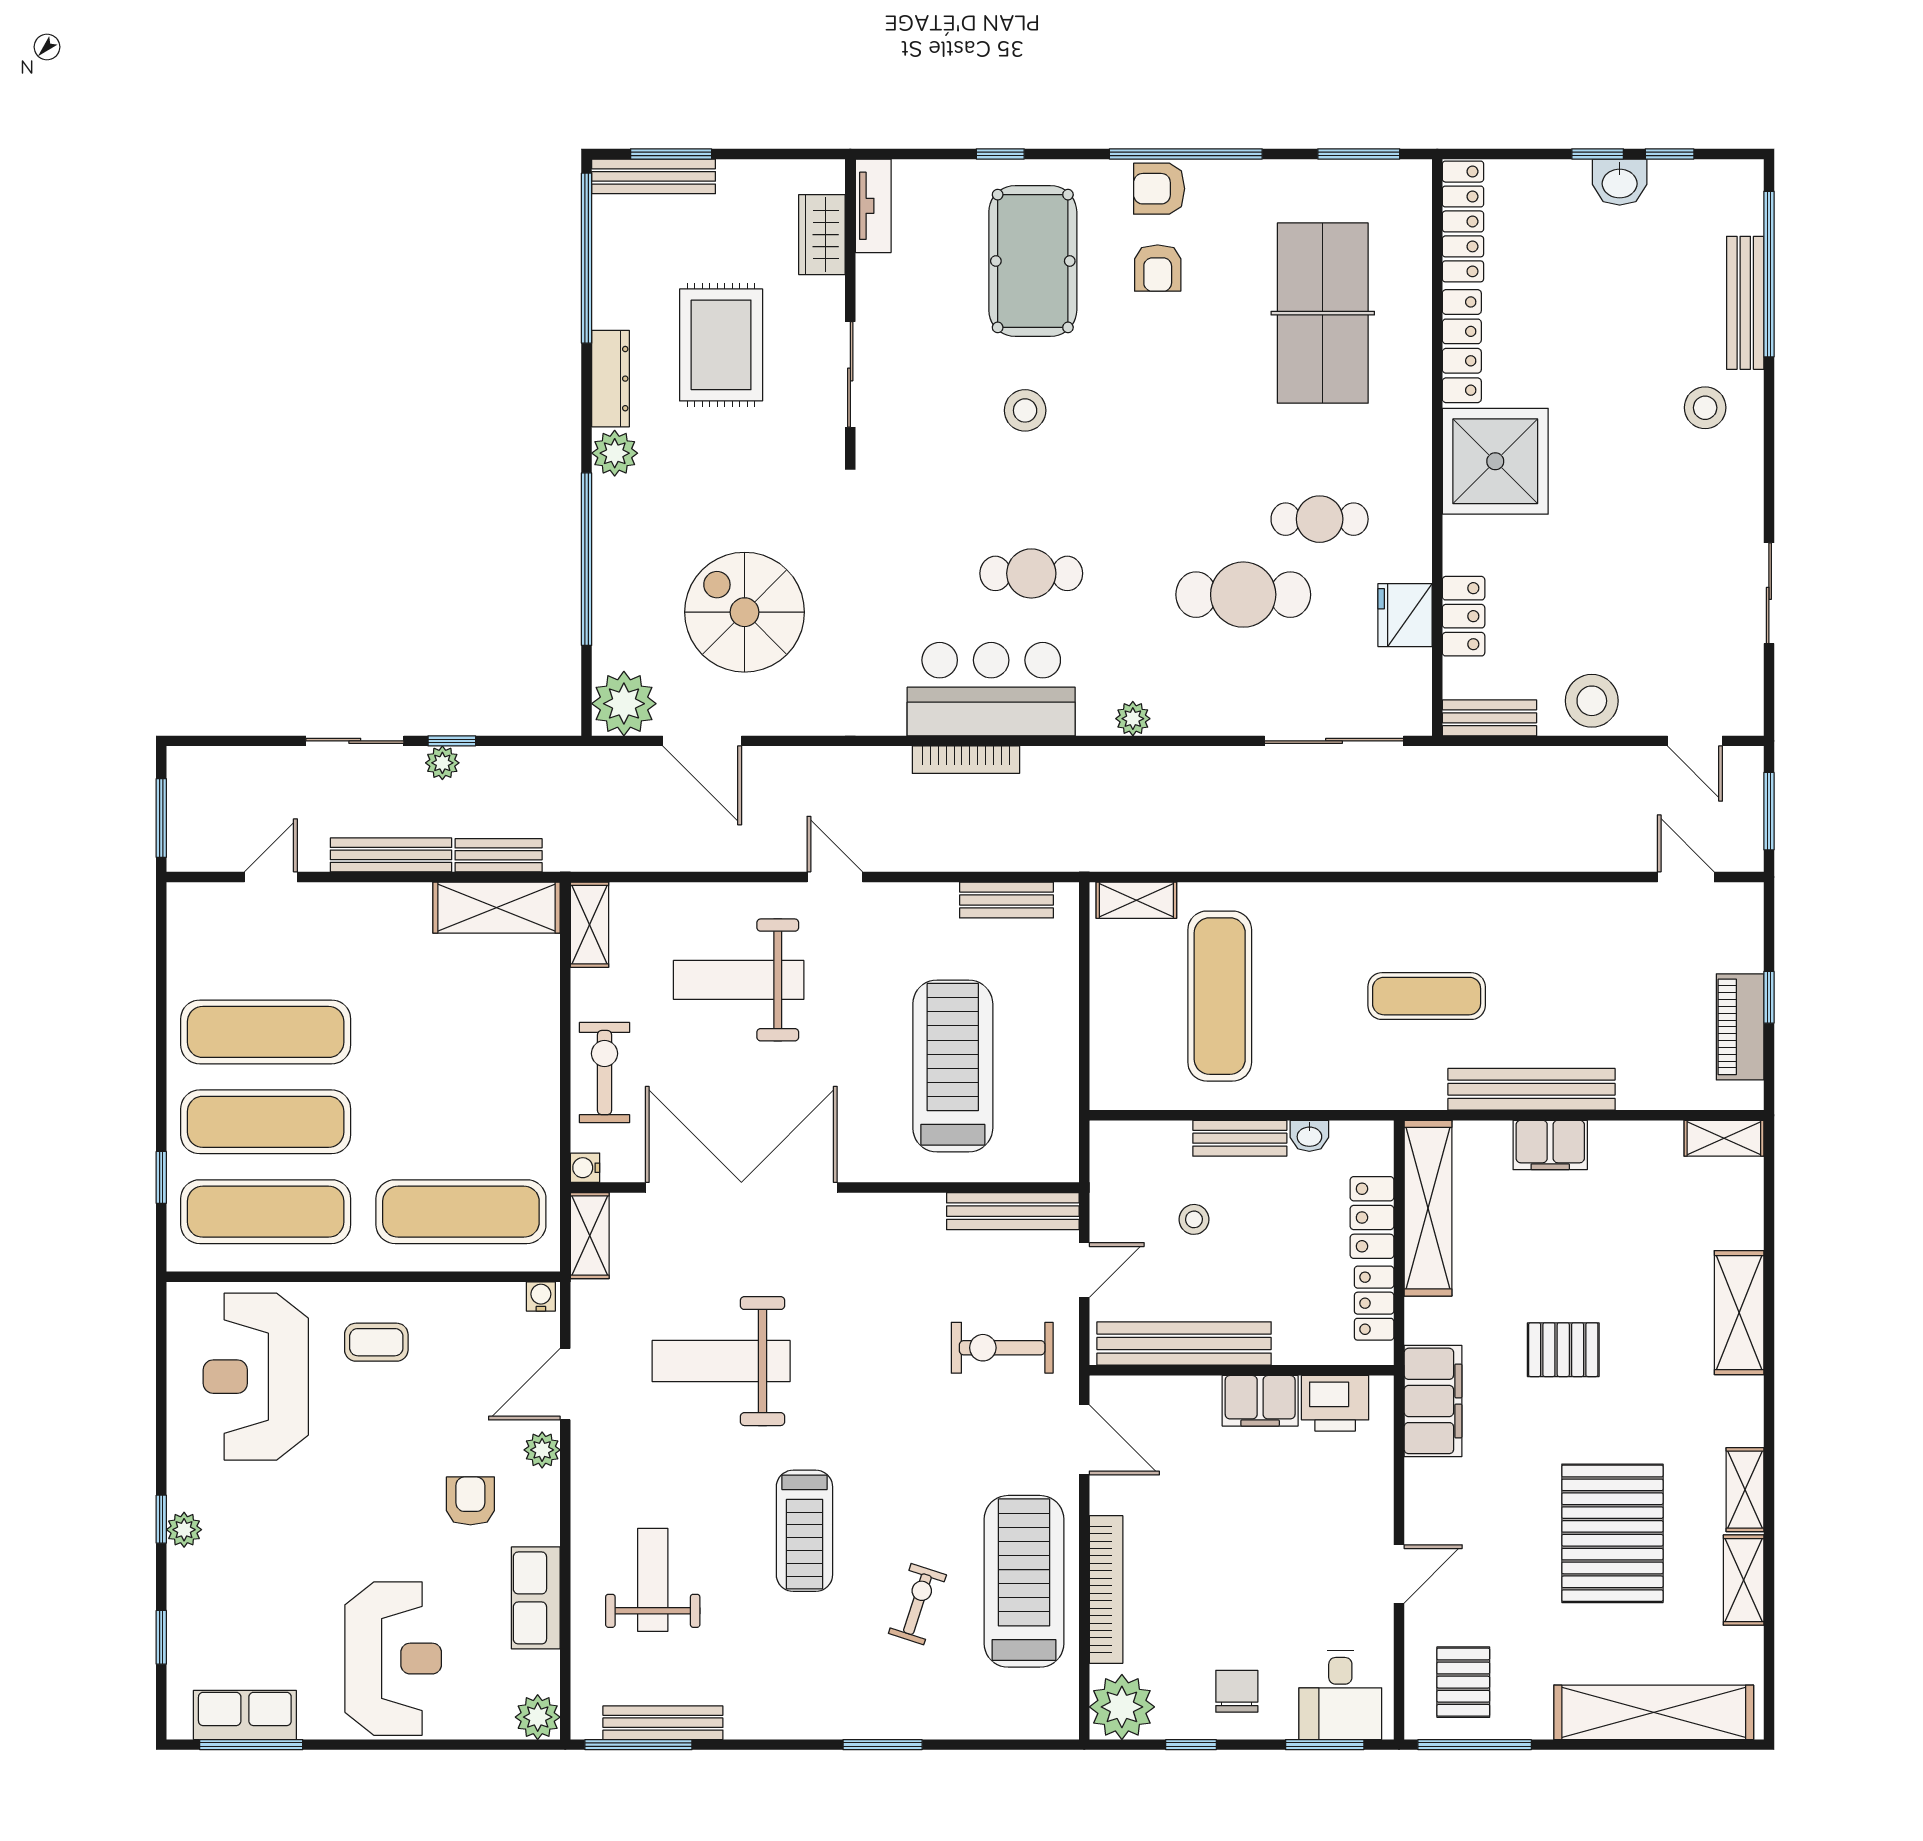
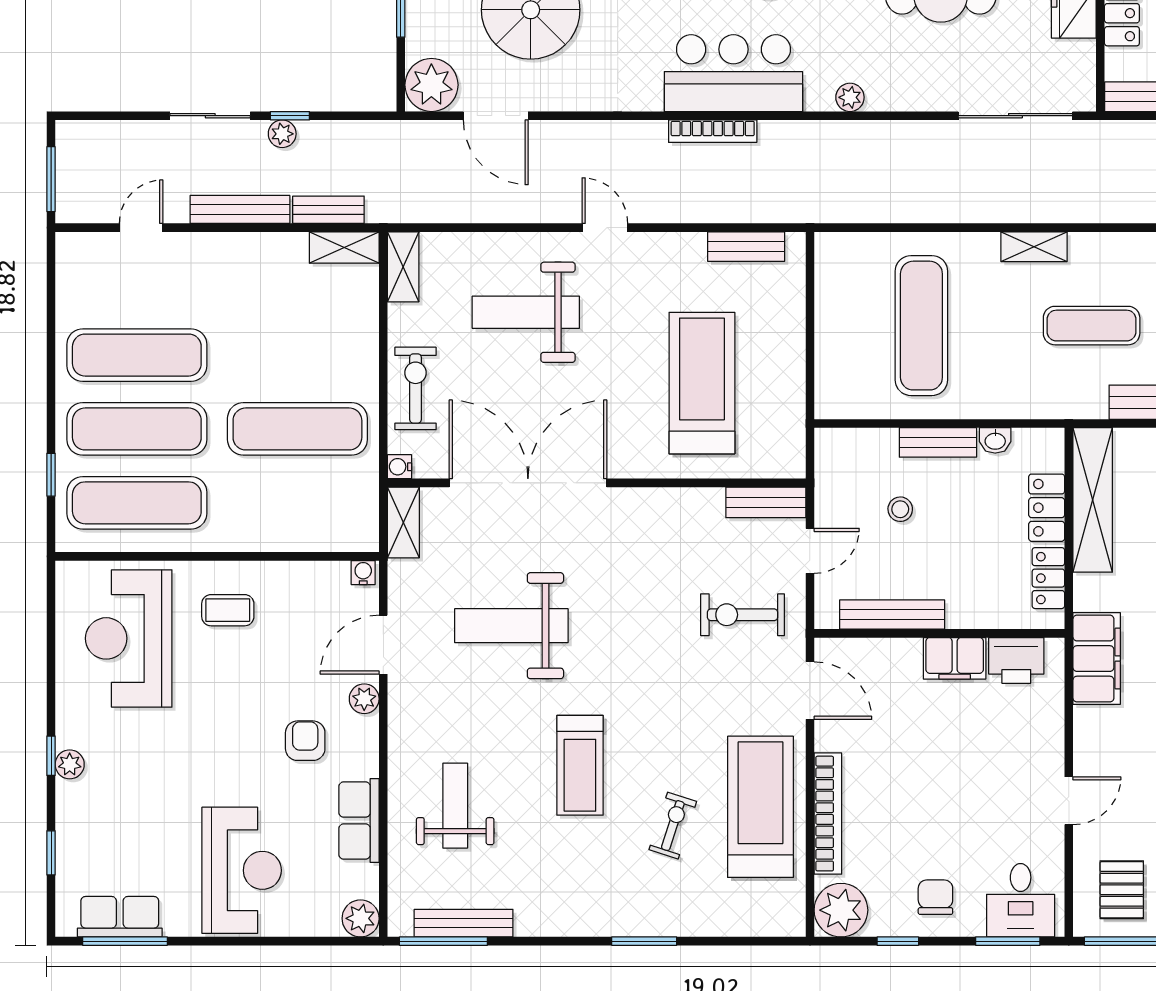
shelving: (1136, 900) -> (1034, 247), moved
shelving: (497, 908) -> (344, 248), width x0.67, depth x0.75
bench: (1013, 1211) -> (766, 502), width x0.73
exercise mat: (461, 1212) -> (297, 429), moved
bench: (1184, 1344) -> (892, 614), width x0.73, depth x0.82

